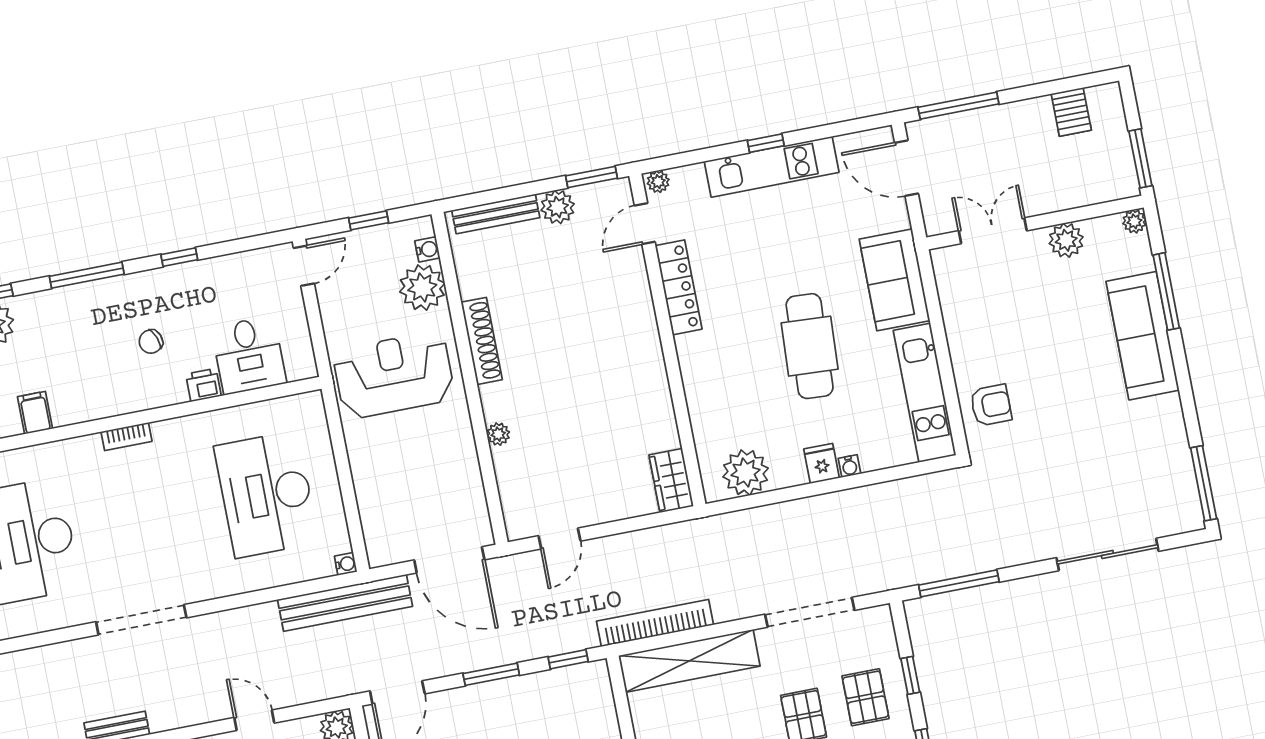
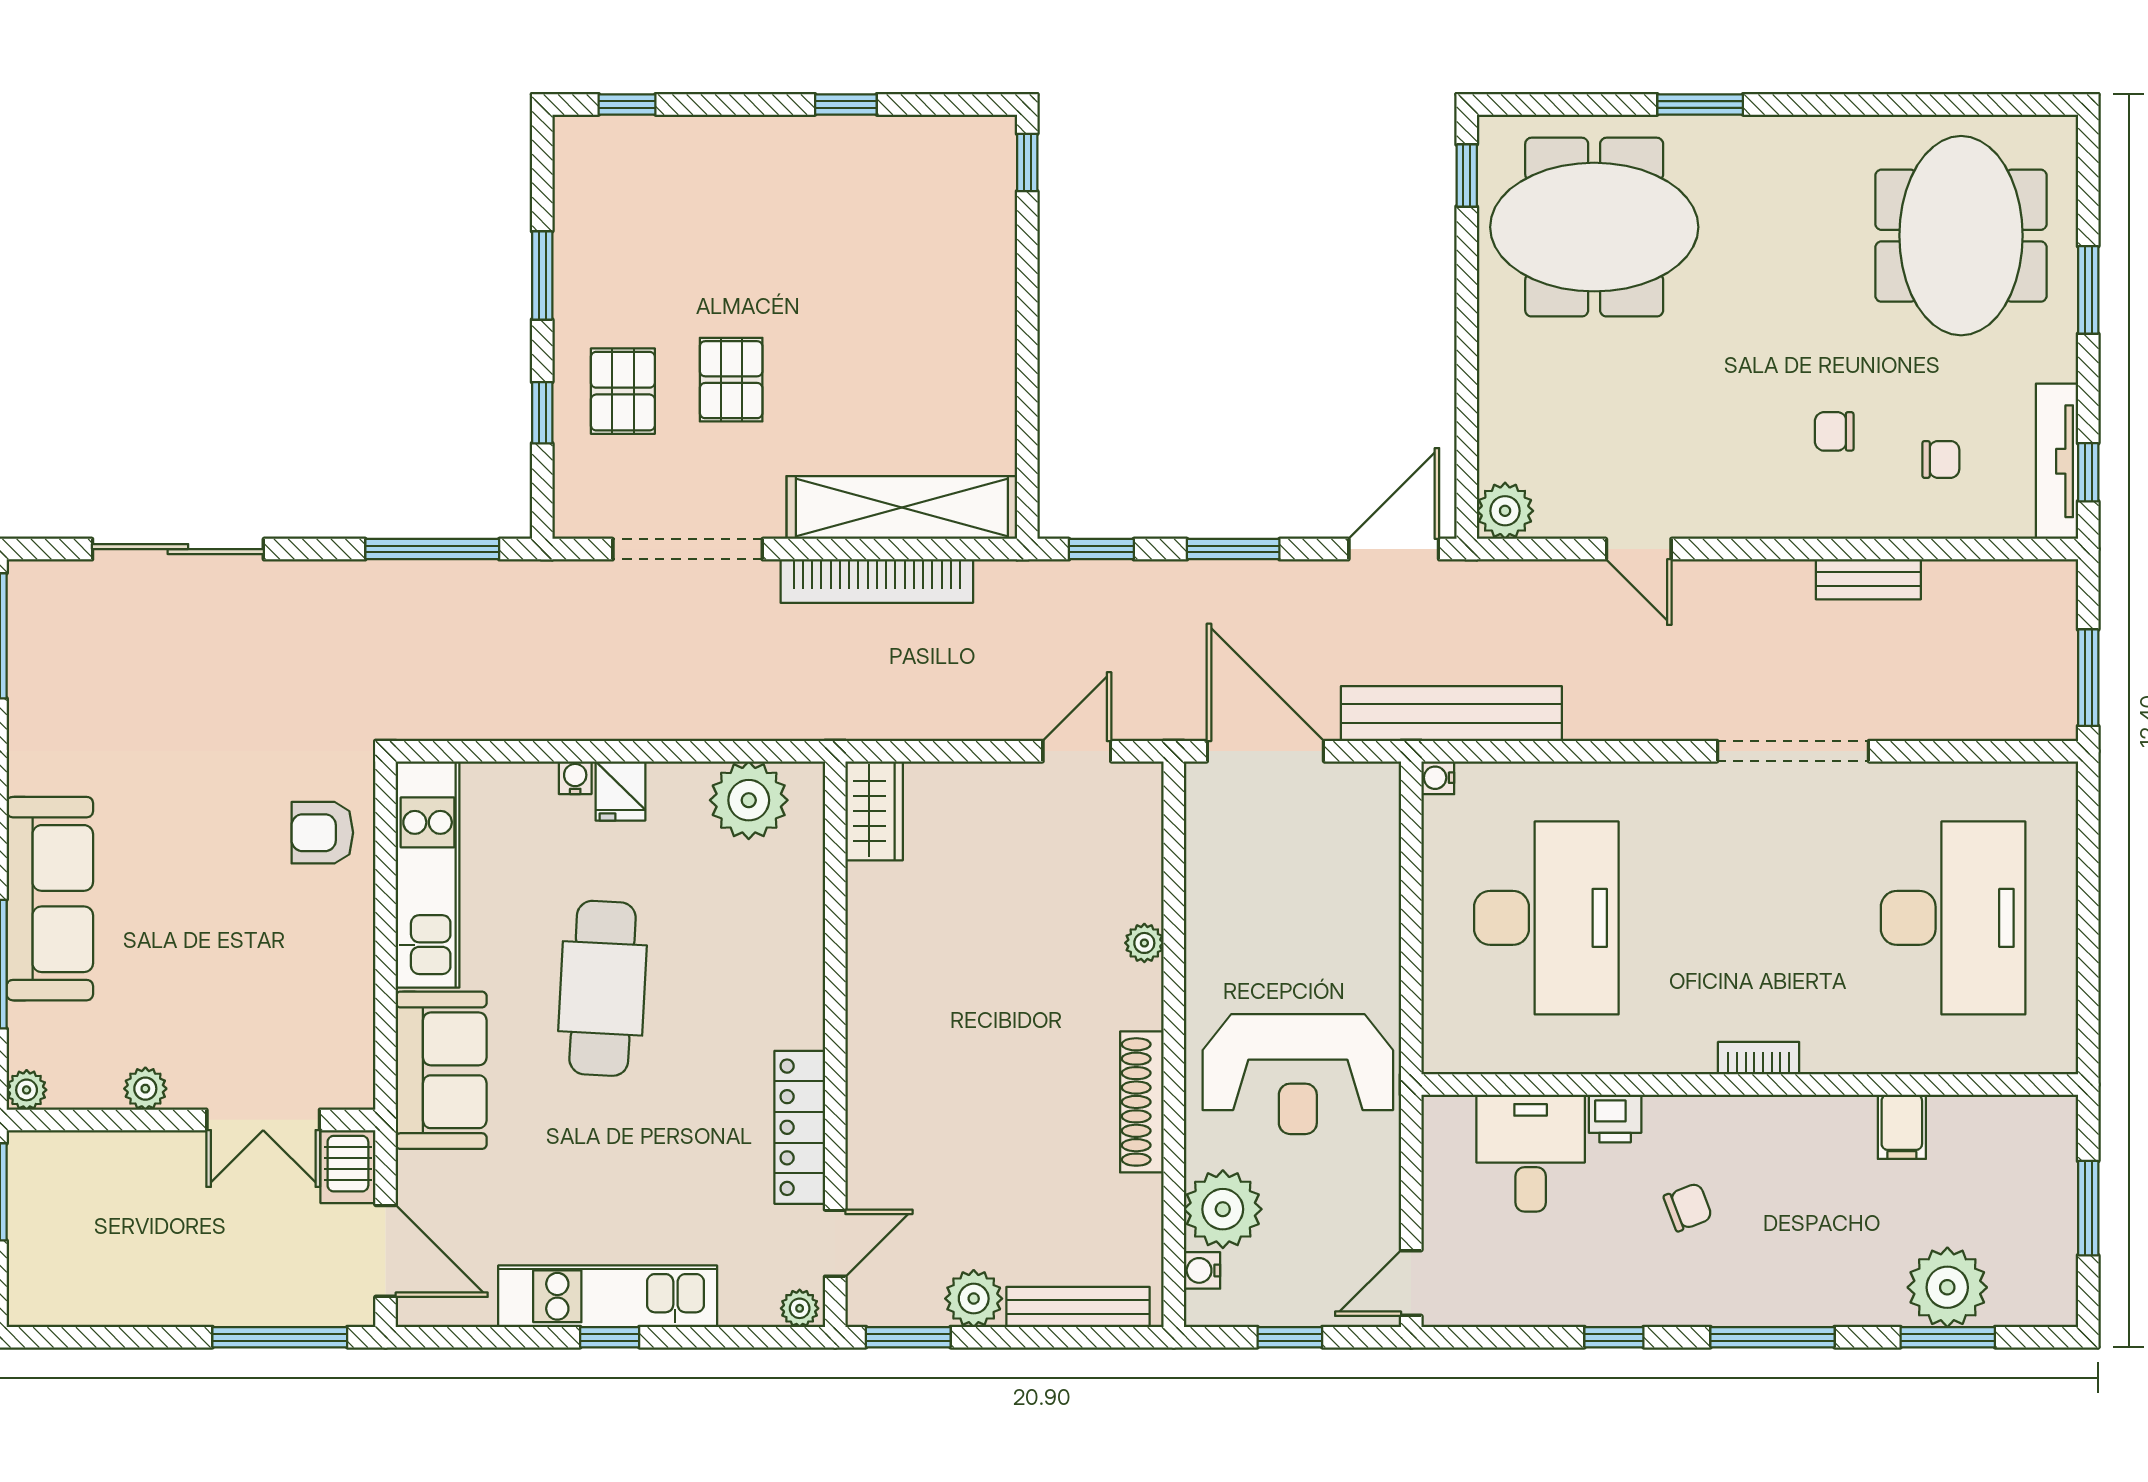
server rack: (1071, 112) -> (348, 1167), moved, turned 180
plant: (1066, 240) -> (145, 1089), width x0.73, depth x0.73
bookcase: (655, 623) -> (877, 581), moved

